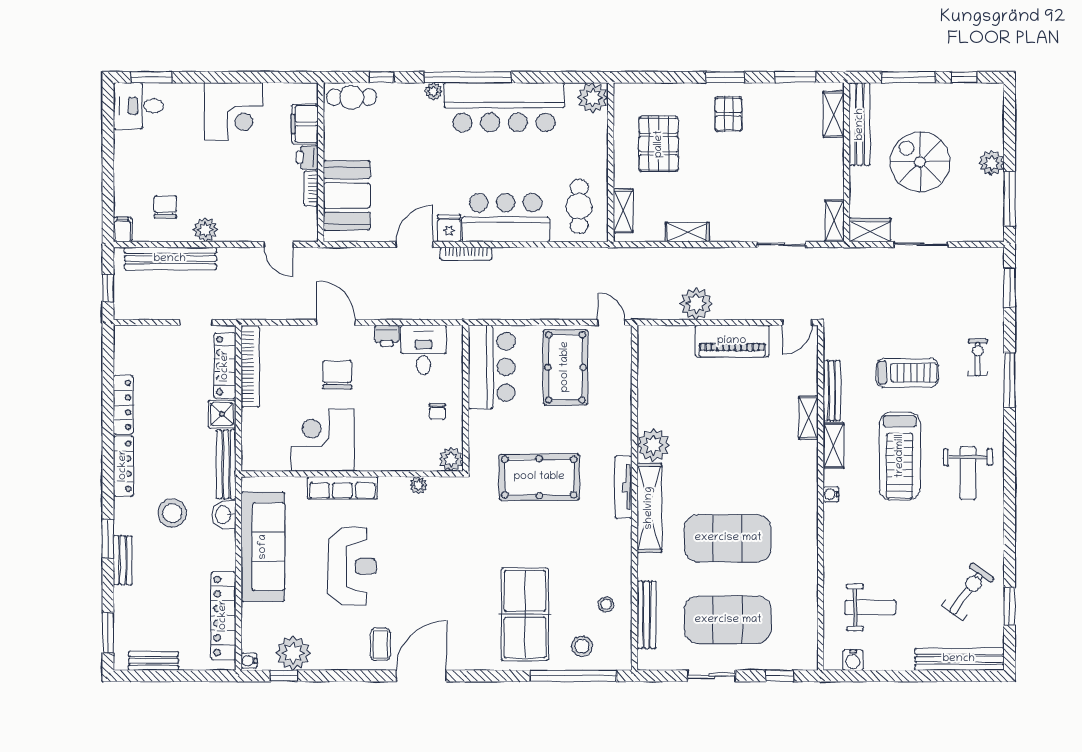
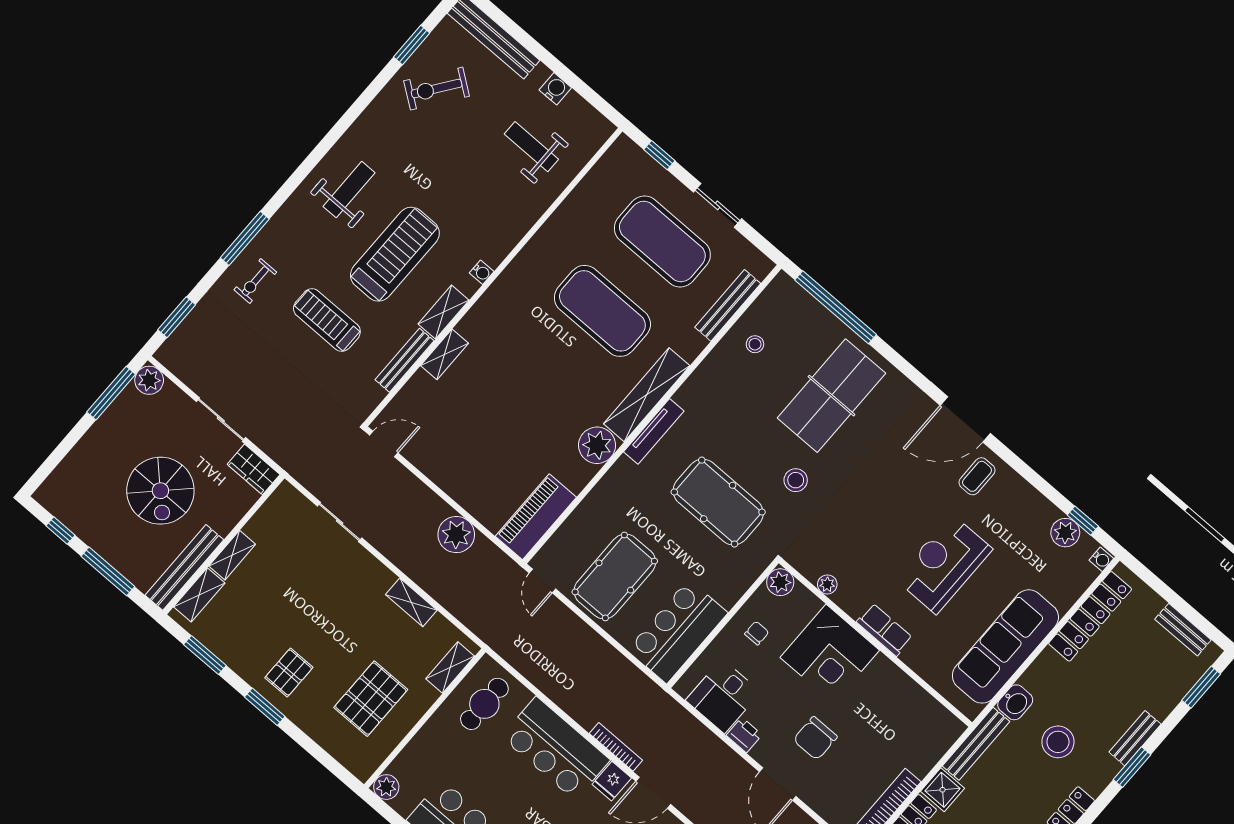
plant: (593, 98) -> (386, 787), width x0.73, depth x0.73
plant: (992, 163) -> (149, 380), moved
shelving: (835, 221) -> (232, 555), moved
piano: (732, 341) -> (536, 517), moved, turned -90
corner desk: (323, 440) -> (830, 654), moved
row of seats: (342, 488) -> (884, 630), width x0.68
stool: (582, 646) -> (796, 480), moved
plant: (293, 653) -> (1065, 533), width x0.73, depth x0.73
water cooler: (853, 660) -> (555, 89), moved

